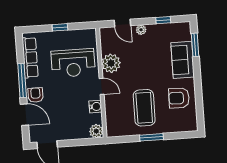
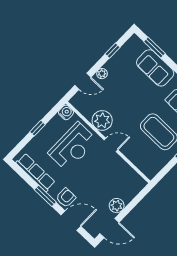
window: (22, 80) -> (45, 196), width x0.69
armchair: (36, 95) -> (66, 198), turned 90
water cooler: (95, 107) -> (66, 112), moved
plant: (96, 131) -> (117, 206), moved

